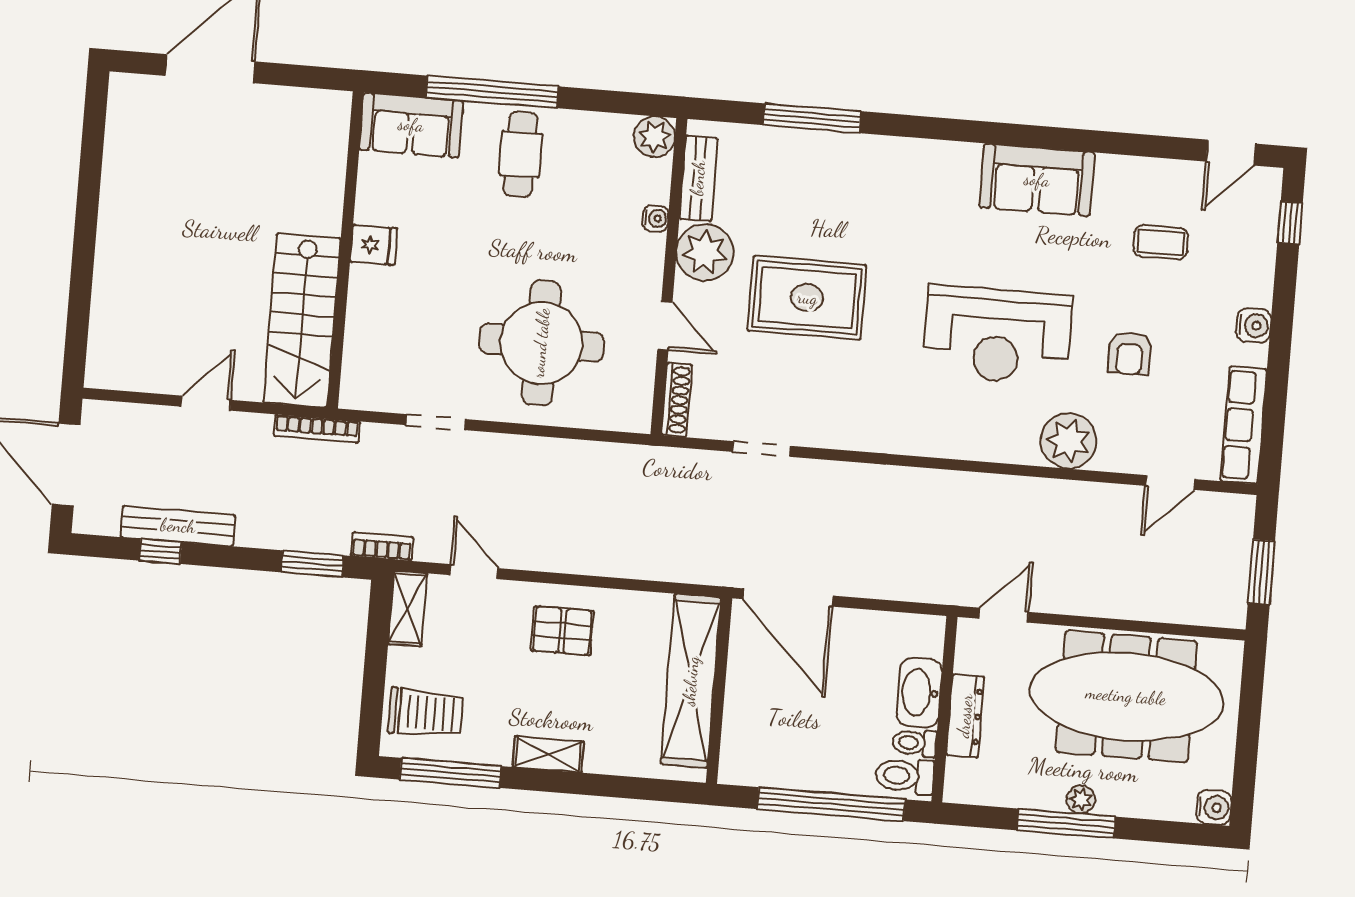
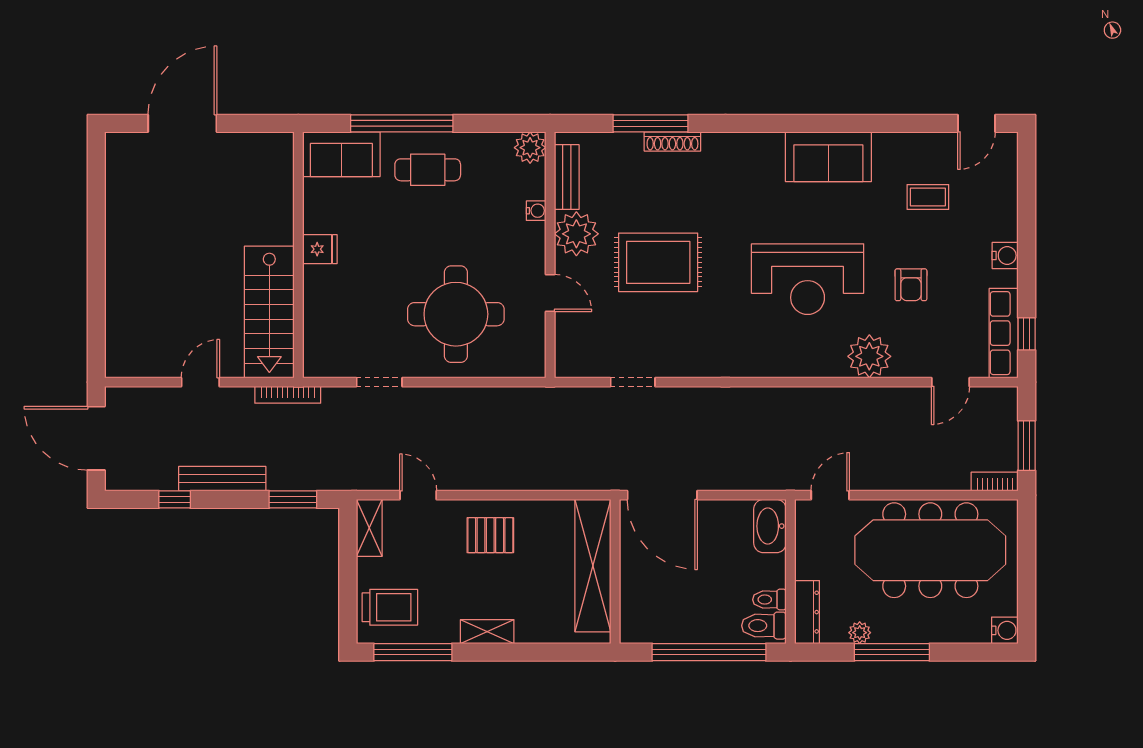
cafe table: (521, 154) -> (428, 170), turned 90
window: (1290, 223) -> (1027, 334), moved
shoe rack: (677, 400) -> (672, 141), moved, turned 90
bench: (178, 526) -> (222, 479), moved
bookcase: (382, 546) -> (995, 482), moved
washbasin: (919, 693) -> (770, 526), moved
dresser: (965, 716) -> (807, 612), moved
plant: (1081, 799) -> (860, 633), moved

